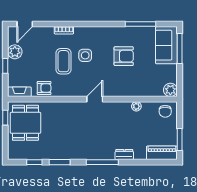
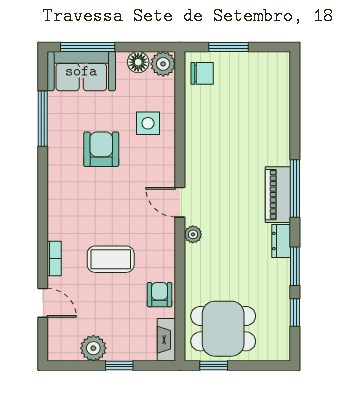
door: (25, 24) -> (43, 303), moved
side table: (85, 55) -> (148, 123), moved
floor lamp: (171, 76) -> (138, 62), added
plant: (136, 106) -> (193, 234), moved
window: (180, 140) -> (229, 47), moved
piano: (162, 153) -> (278, 195), moved
dresser: (124, 155) -> (281, 241), moved

